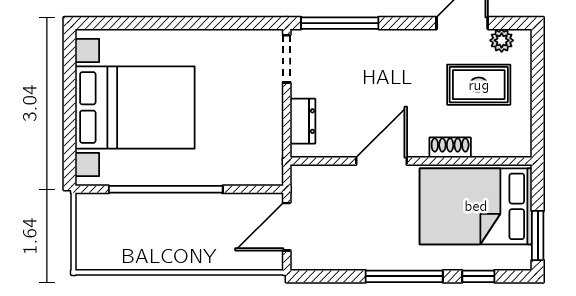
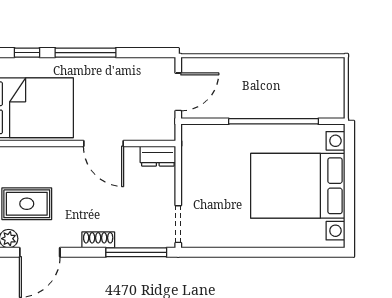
dresser: (303, 121) -> (158, 156), moved, turned -90
shoe rack: (450, 148) -> (98, 240), moved, turned 180
door: (381, 161) -> (103, 144), hinge flipped

